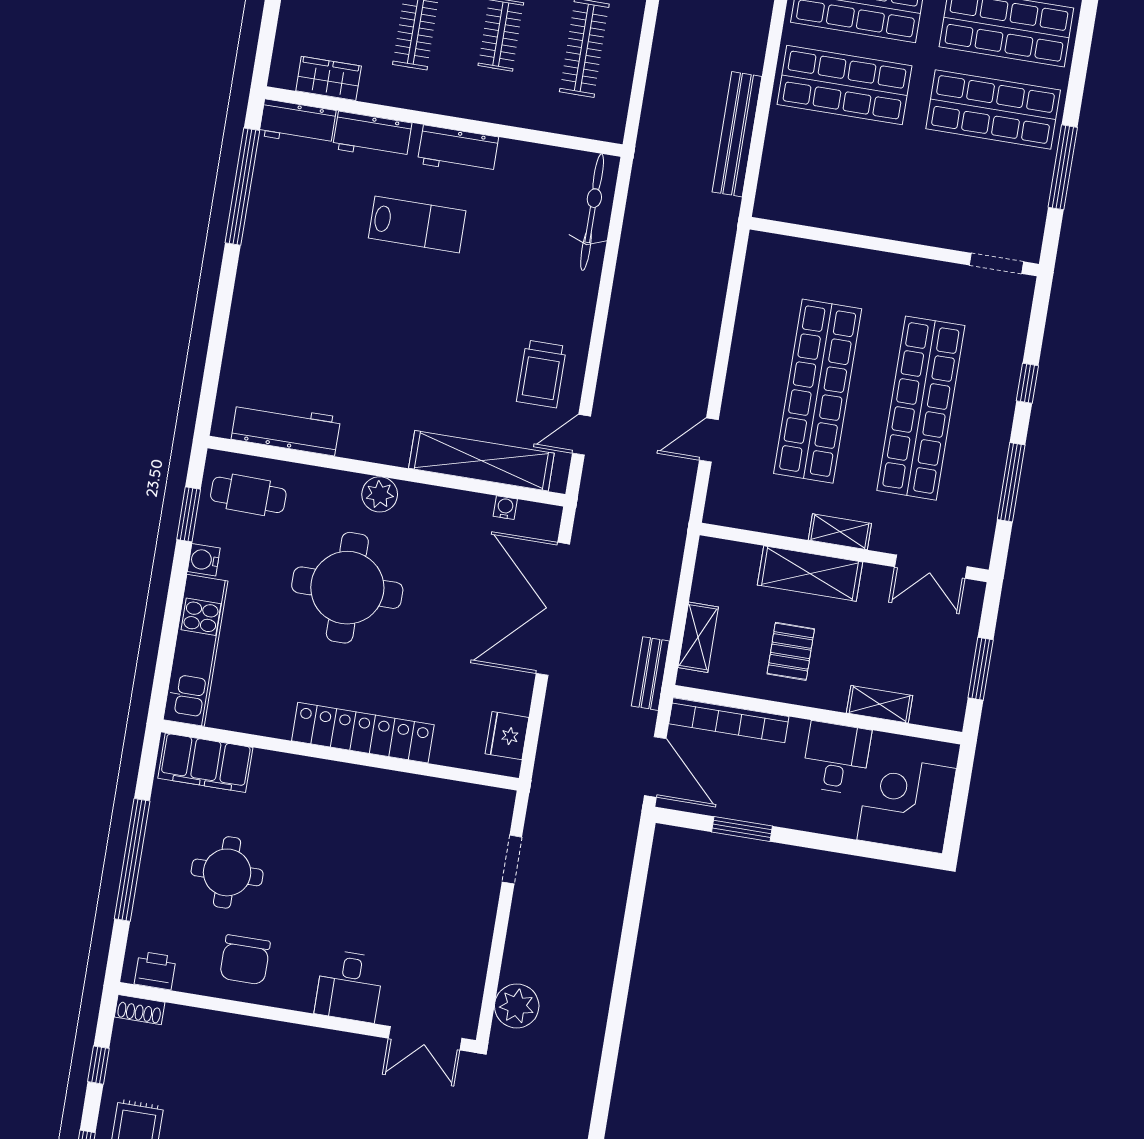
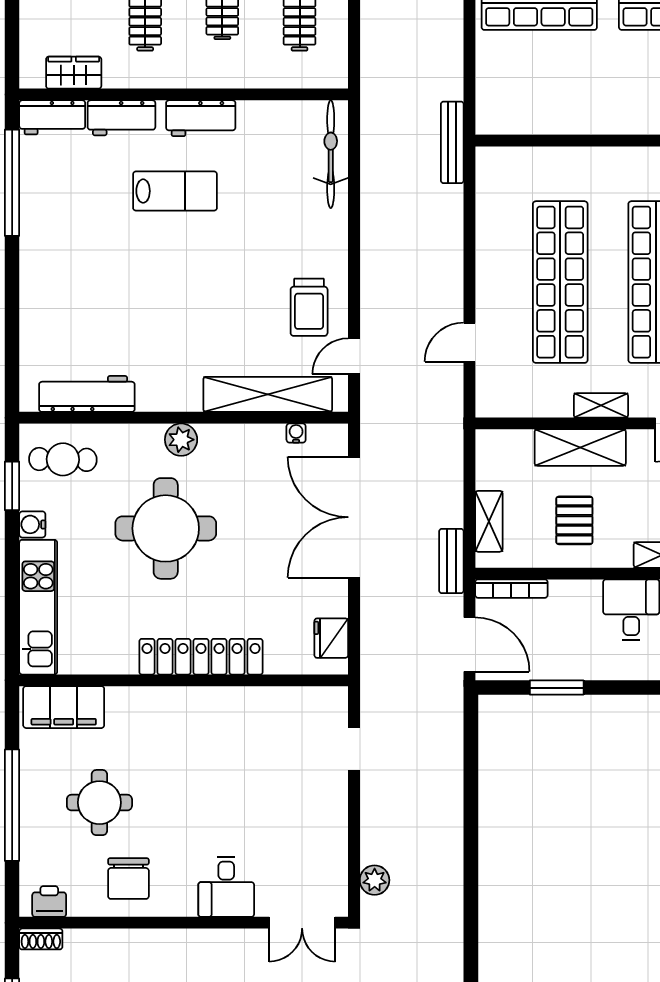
bench: (737, 134) -> (452, 142), moved, width x0.73, depth x0.82
bookcase: (729, 720) -> (511, 589), width x0.68, depth x0.76
plant: (517, 1006) -> (375, 880), width x0.73, depth x0.73

